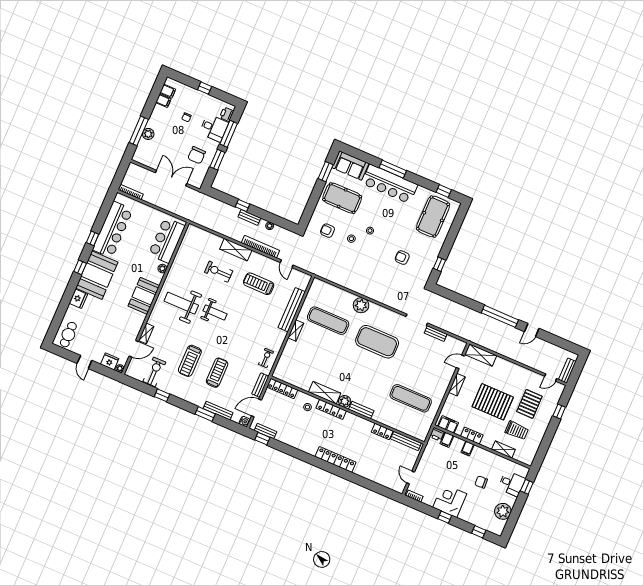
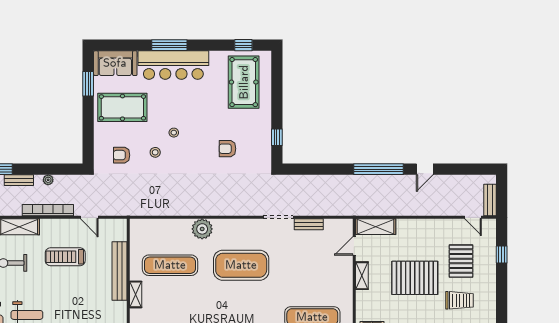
door: (551, 377) -> (473, 217), hinge flipped

